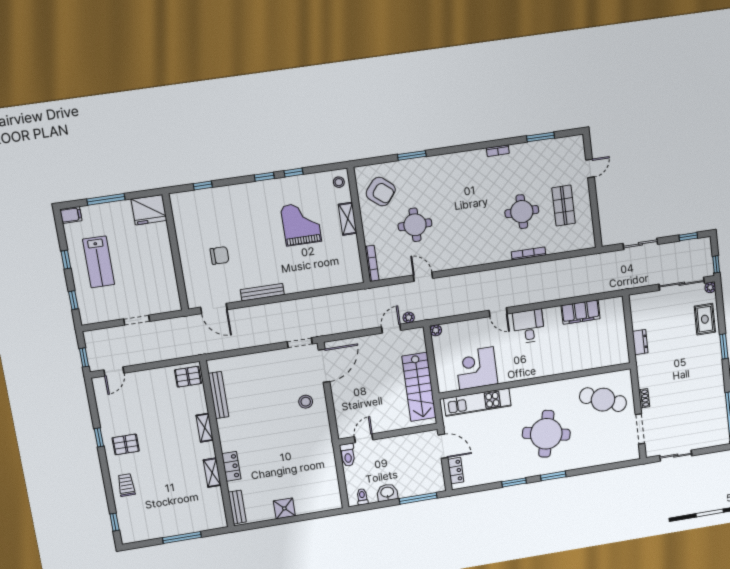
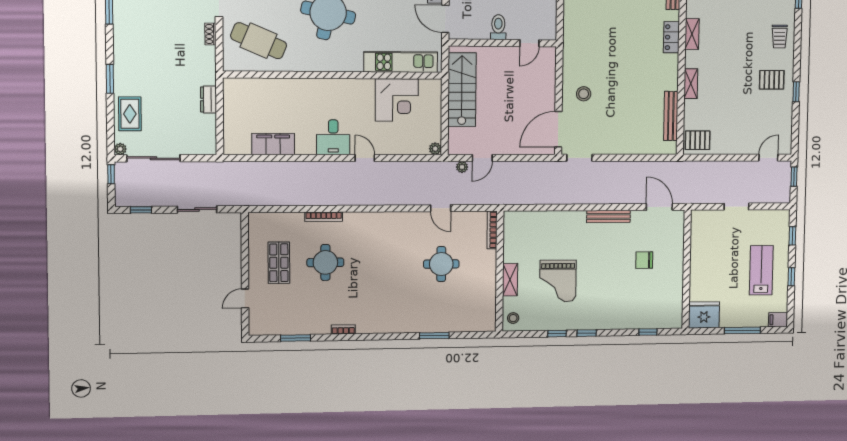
armchair: (381, 192) -> (472, 303), removed
toilet: (348, 455) -> (498, 27), moved

